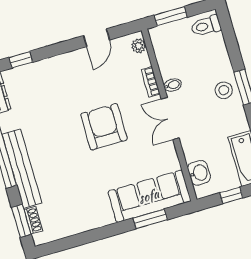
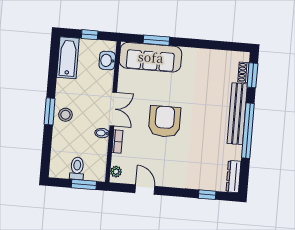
toilet: (206, 26) -> (77, 168), moved, turned -90
door: (96, 38) -> (145, 190), hinge flipped
armchair: (104, 127) -> (165, 122), turned 180

